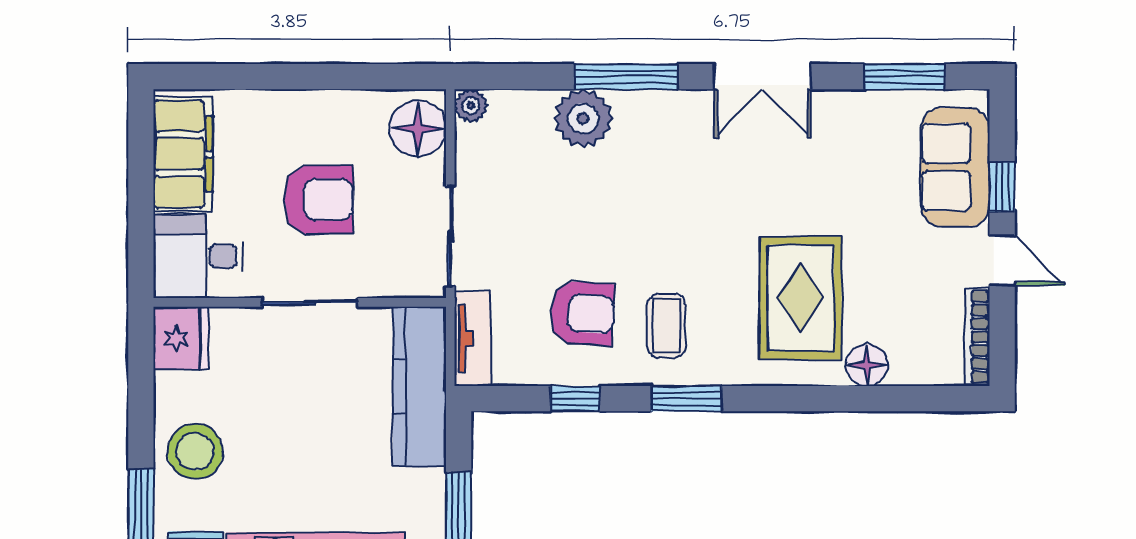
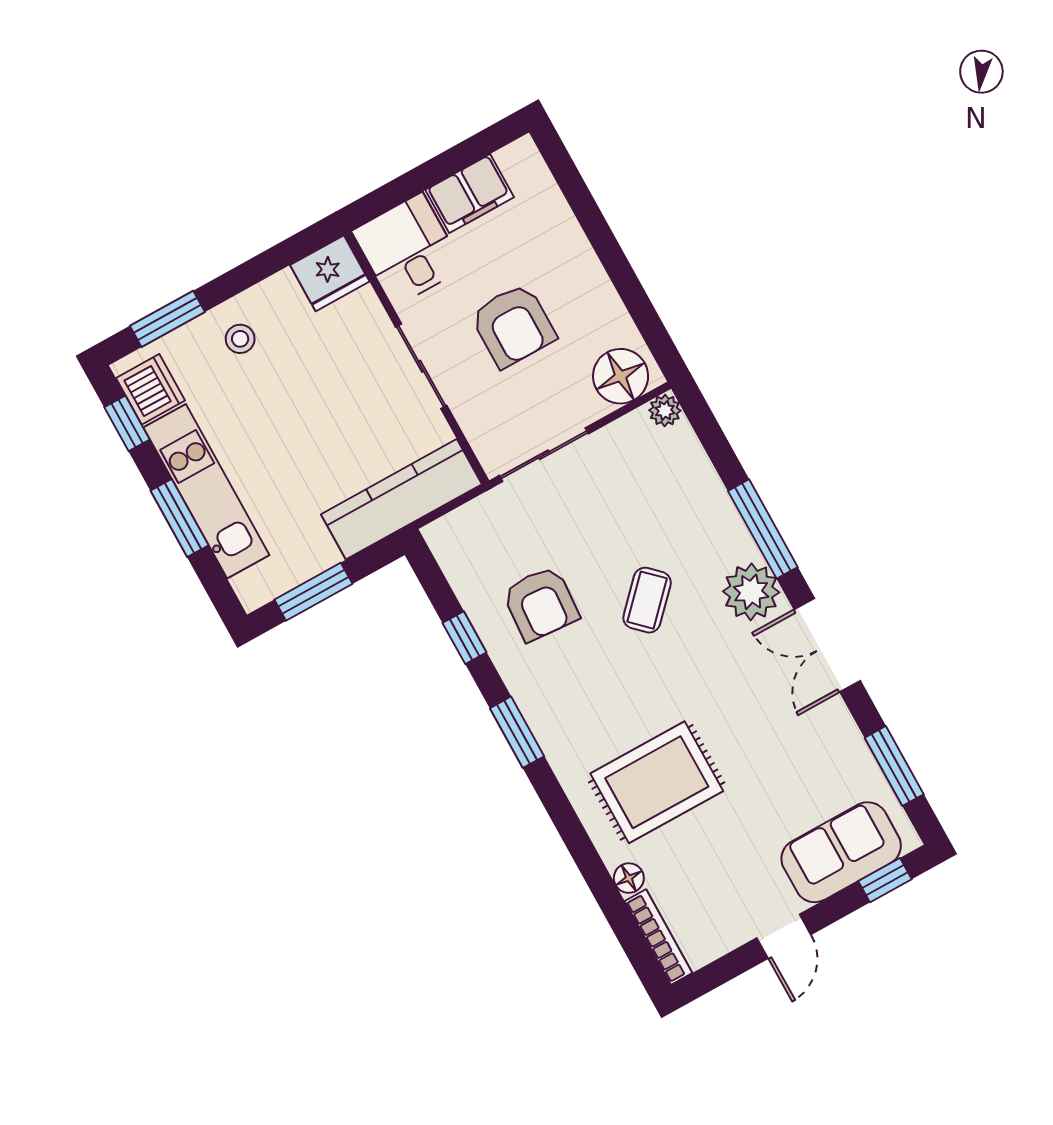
plant: (583, 118) -> (751, 592), moved
filing cabinet: (183, 154) -> (470, 194), width x0.67, depth x0.86
window: (1002, 187) -> (885, 880), moved
coffee table: (666, 326) -> (647, 600), moved, turned -46
bookcase: (977, 337) -> (658, 937), moved, turned 90
tv unit: (473, 338) -> (467, 522), removed
floor lamp: (867, 365) -> (629, 878), width x0.73, depth x0.73
stool: (195, 451) -> (240, 339), width x0.53, depth x0.53

